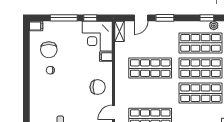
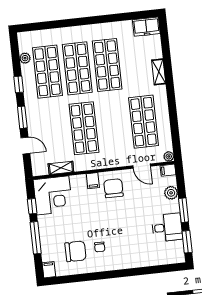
window: (207, 18) -> (19, 84), moved
shelving: (119, 31) -> (61, 168), moved
filing cabinet: (106, 57) -> (93, 181), moved

